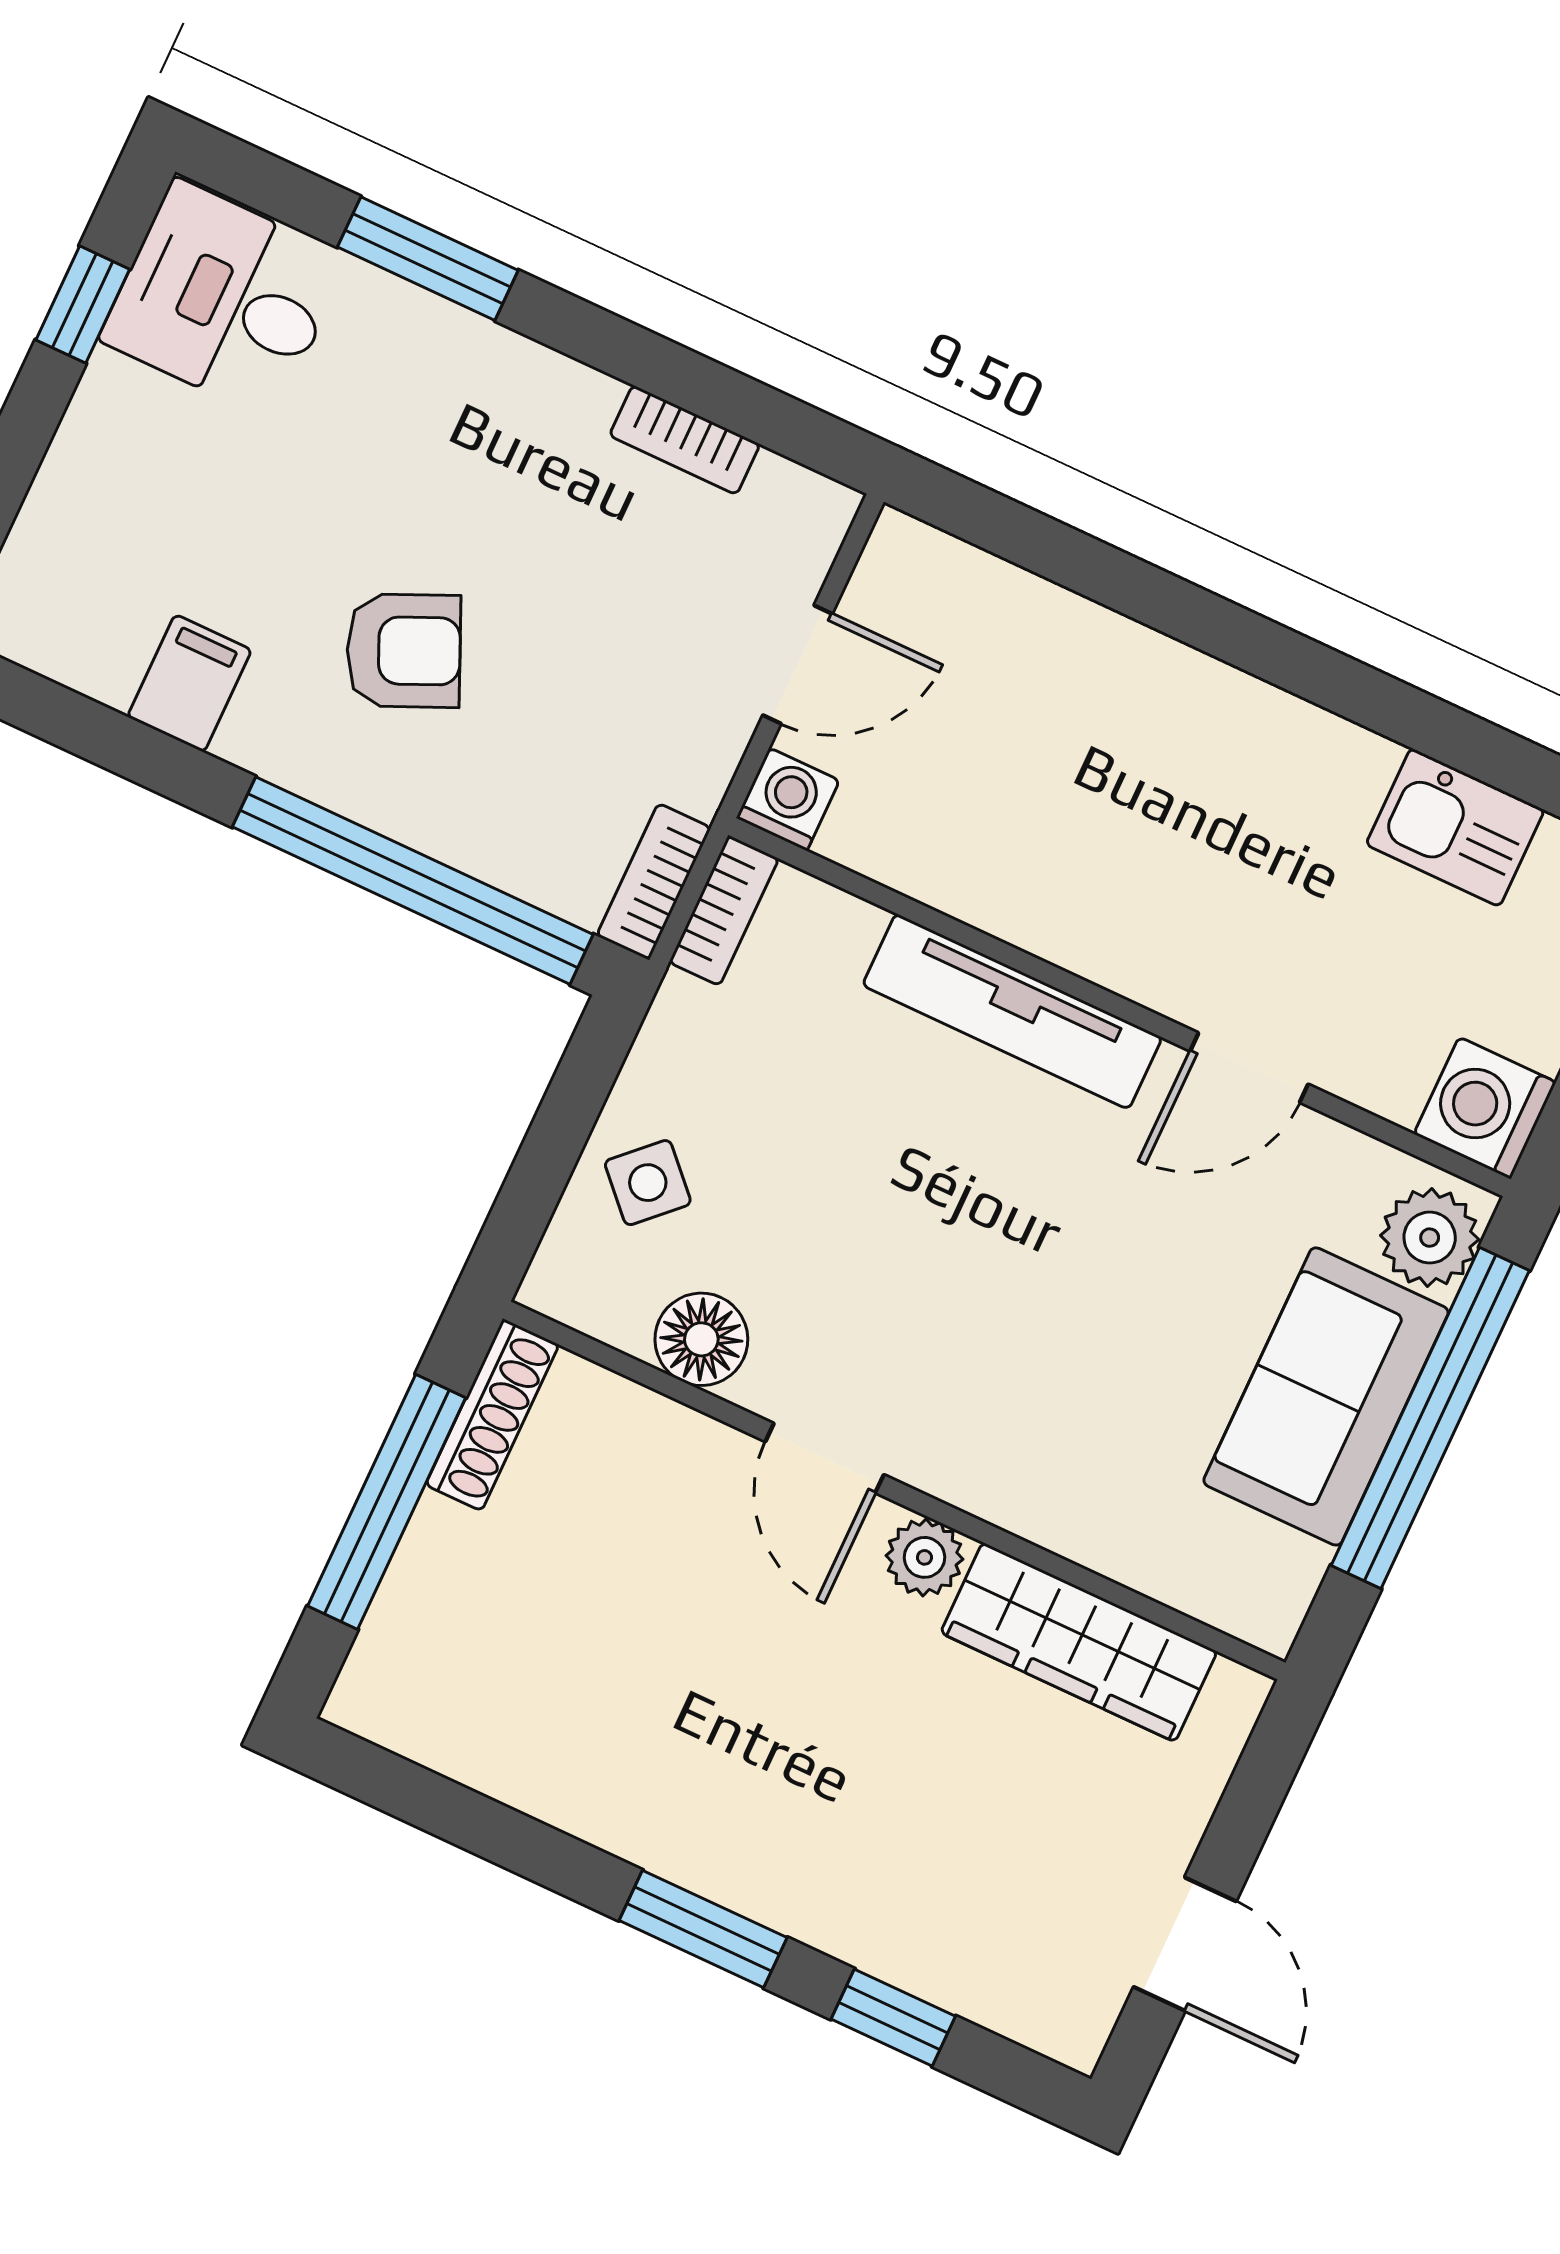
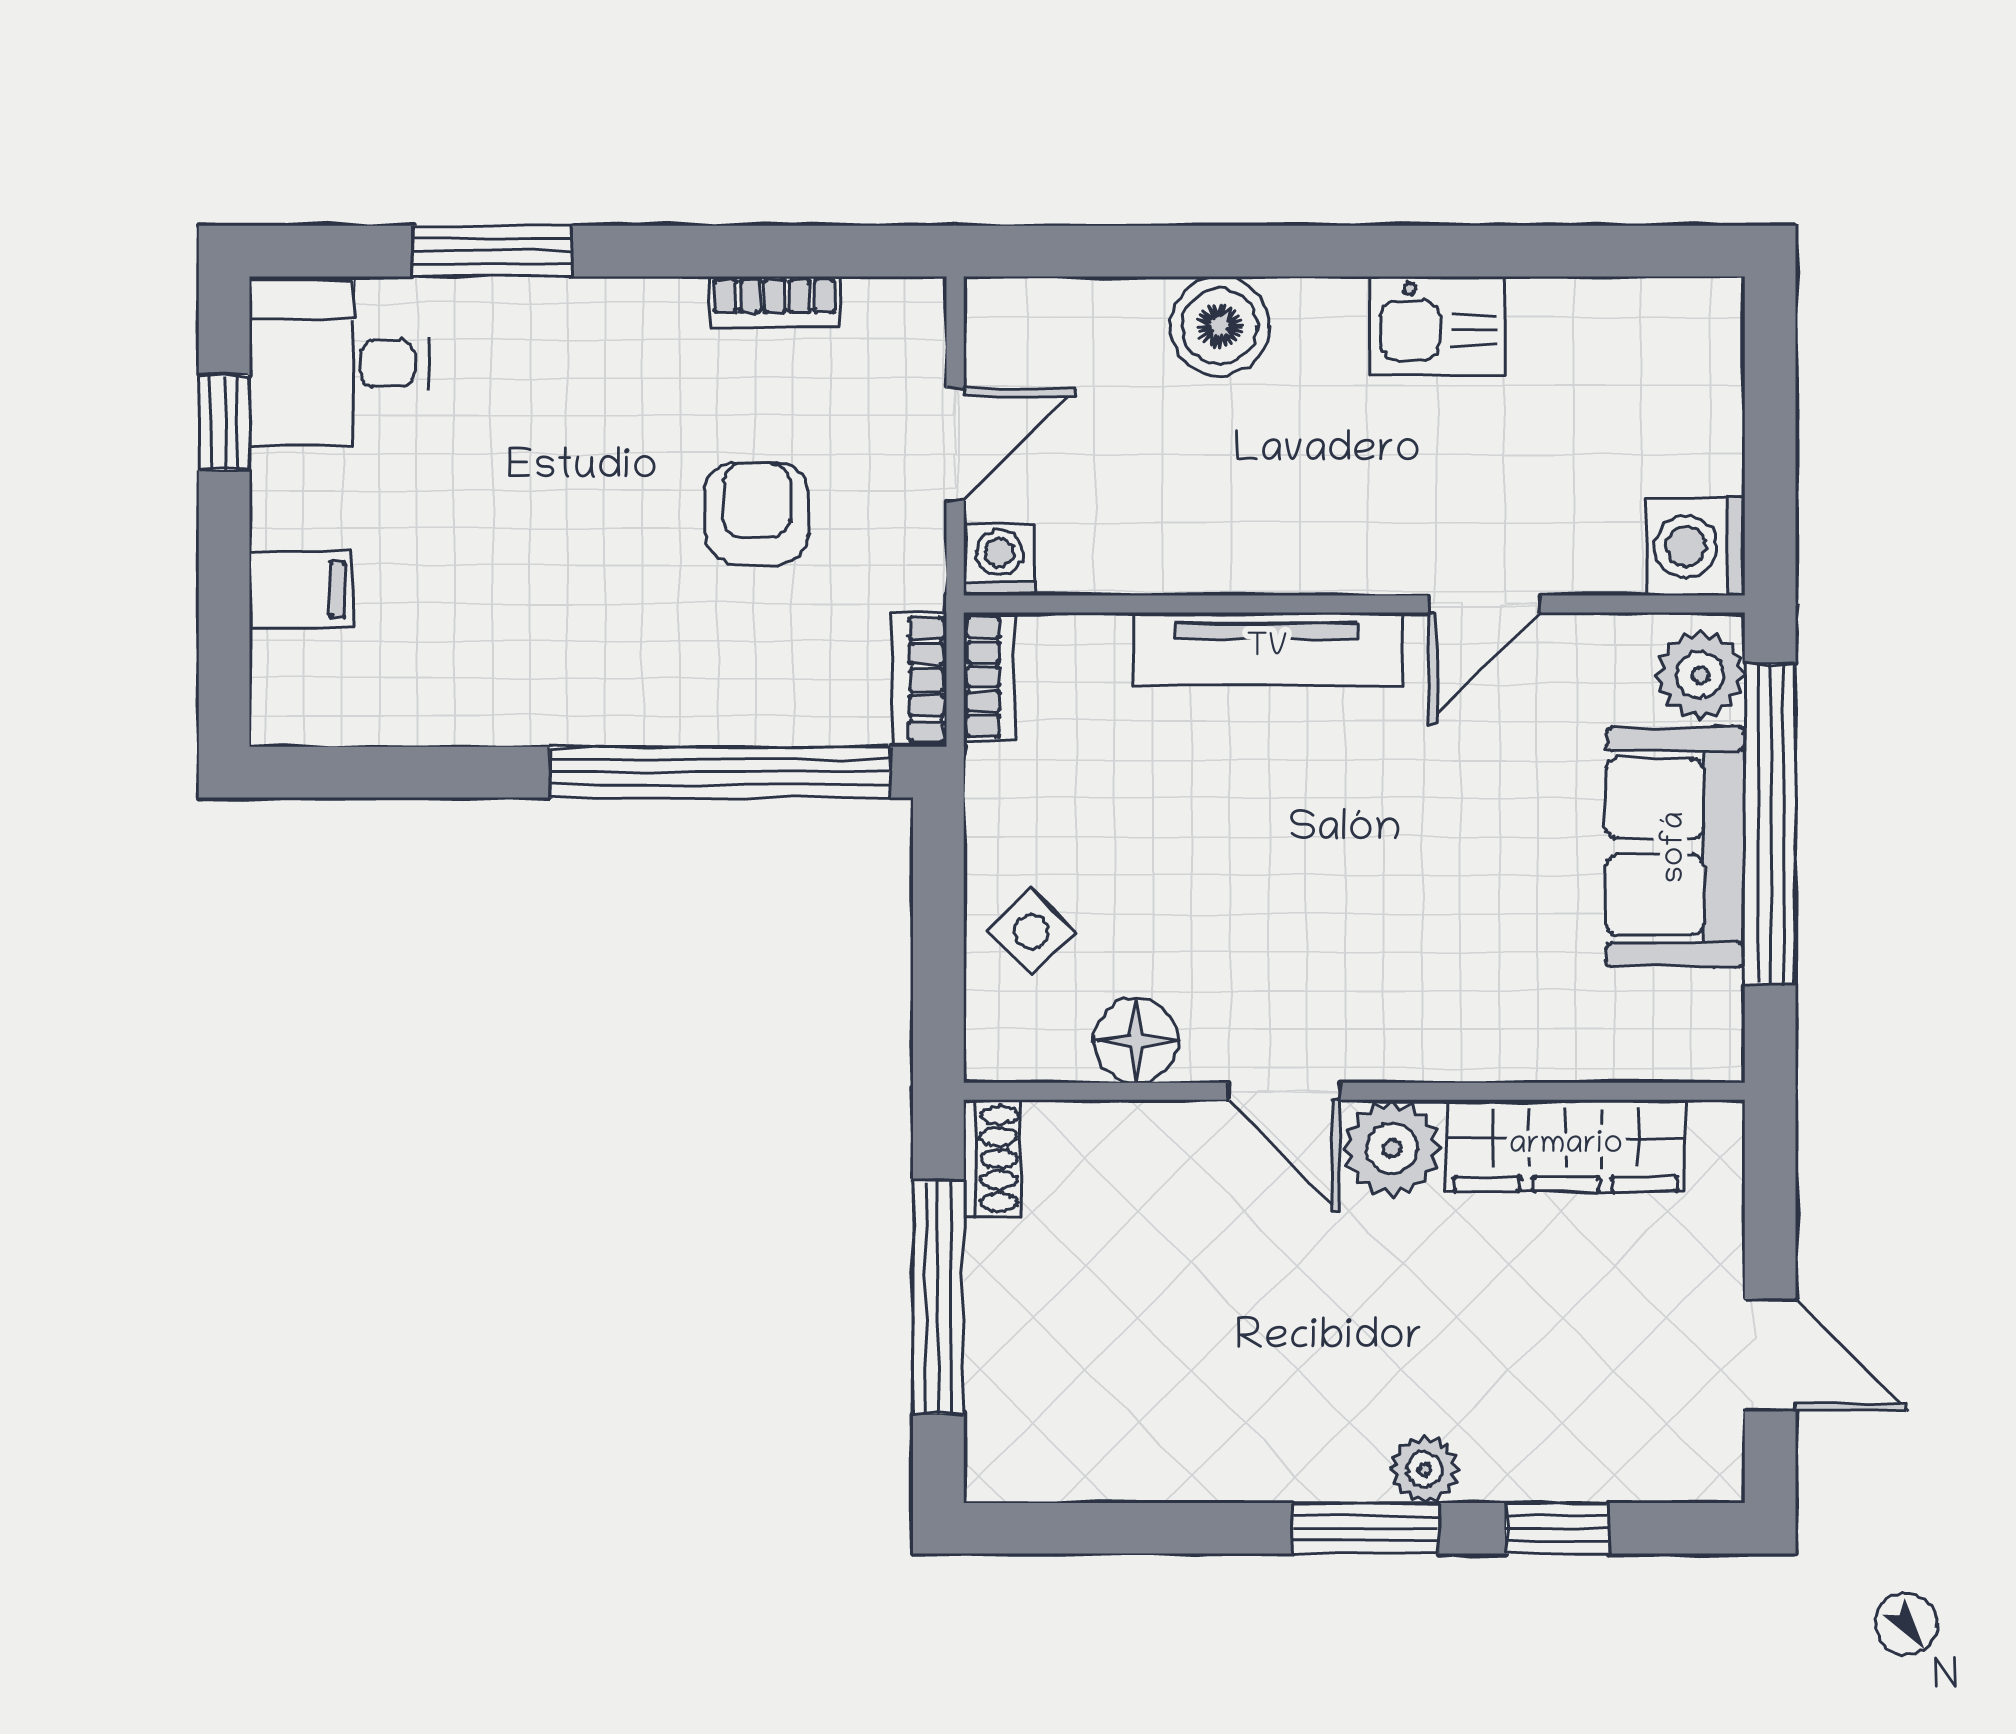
armchair: (404, 651) -> (757, 513), moved, turned -66
boiler: (1115, 669) -> (1220, 326), added
filing cabinet: (189, 683) -> (301, 590), moved, turned 90
kitchen sink: (1455, 827) -> (1437, 325), moved
shoe rack: (492, 1415) -> (992, 1159), width x0.70
plant: (924, 1557) -> (1392, 1148), width x1.38, depth x1.38
plant: (789, 1898) -> (1425, 1469), added

